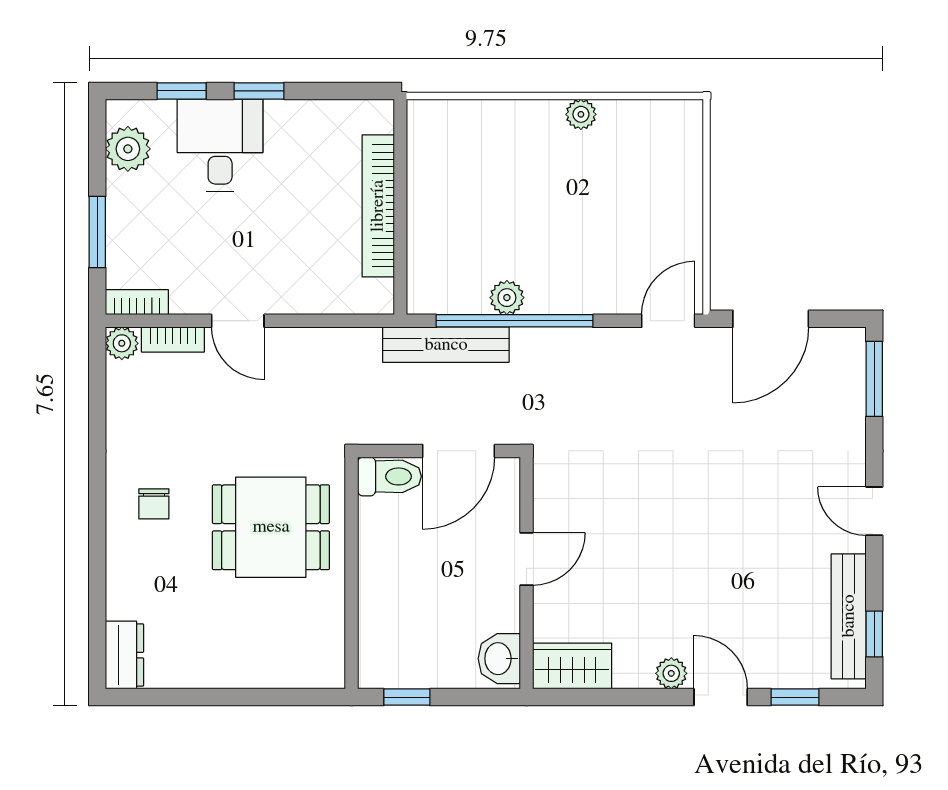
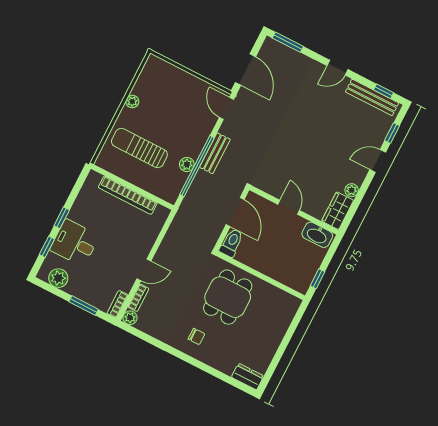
sun lounger: (490, 180) -> (139, 148), added
bench: (446, 345) -> (215, 153), moved, width x0.73
washbasin: (499, 659) -> (317, 235), width x1.38
plant: (671, 673) -> (352, 190), moved

